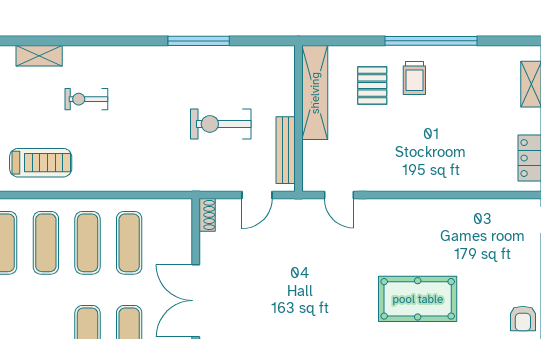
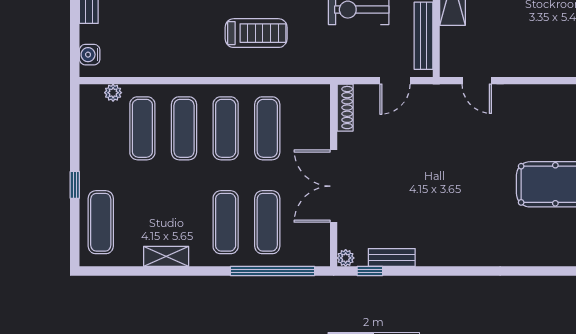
treadmill: (41, 163) -> (256, 33), moved
shoe rack: (207, 215) -> (345, 108), width x1.43

